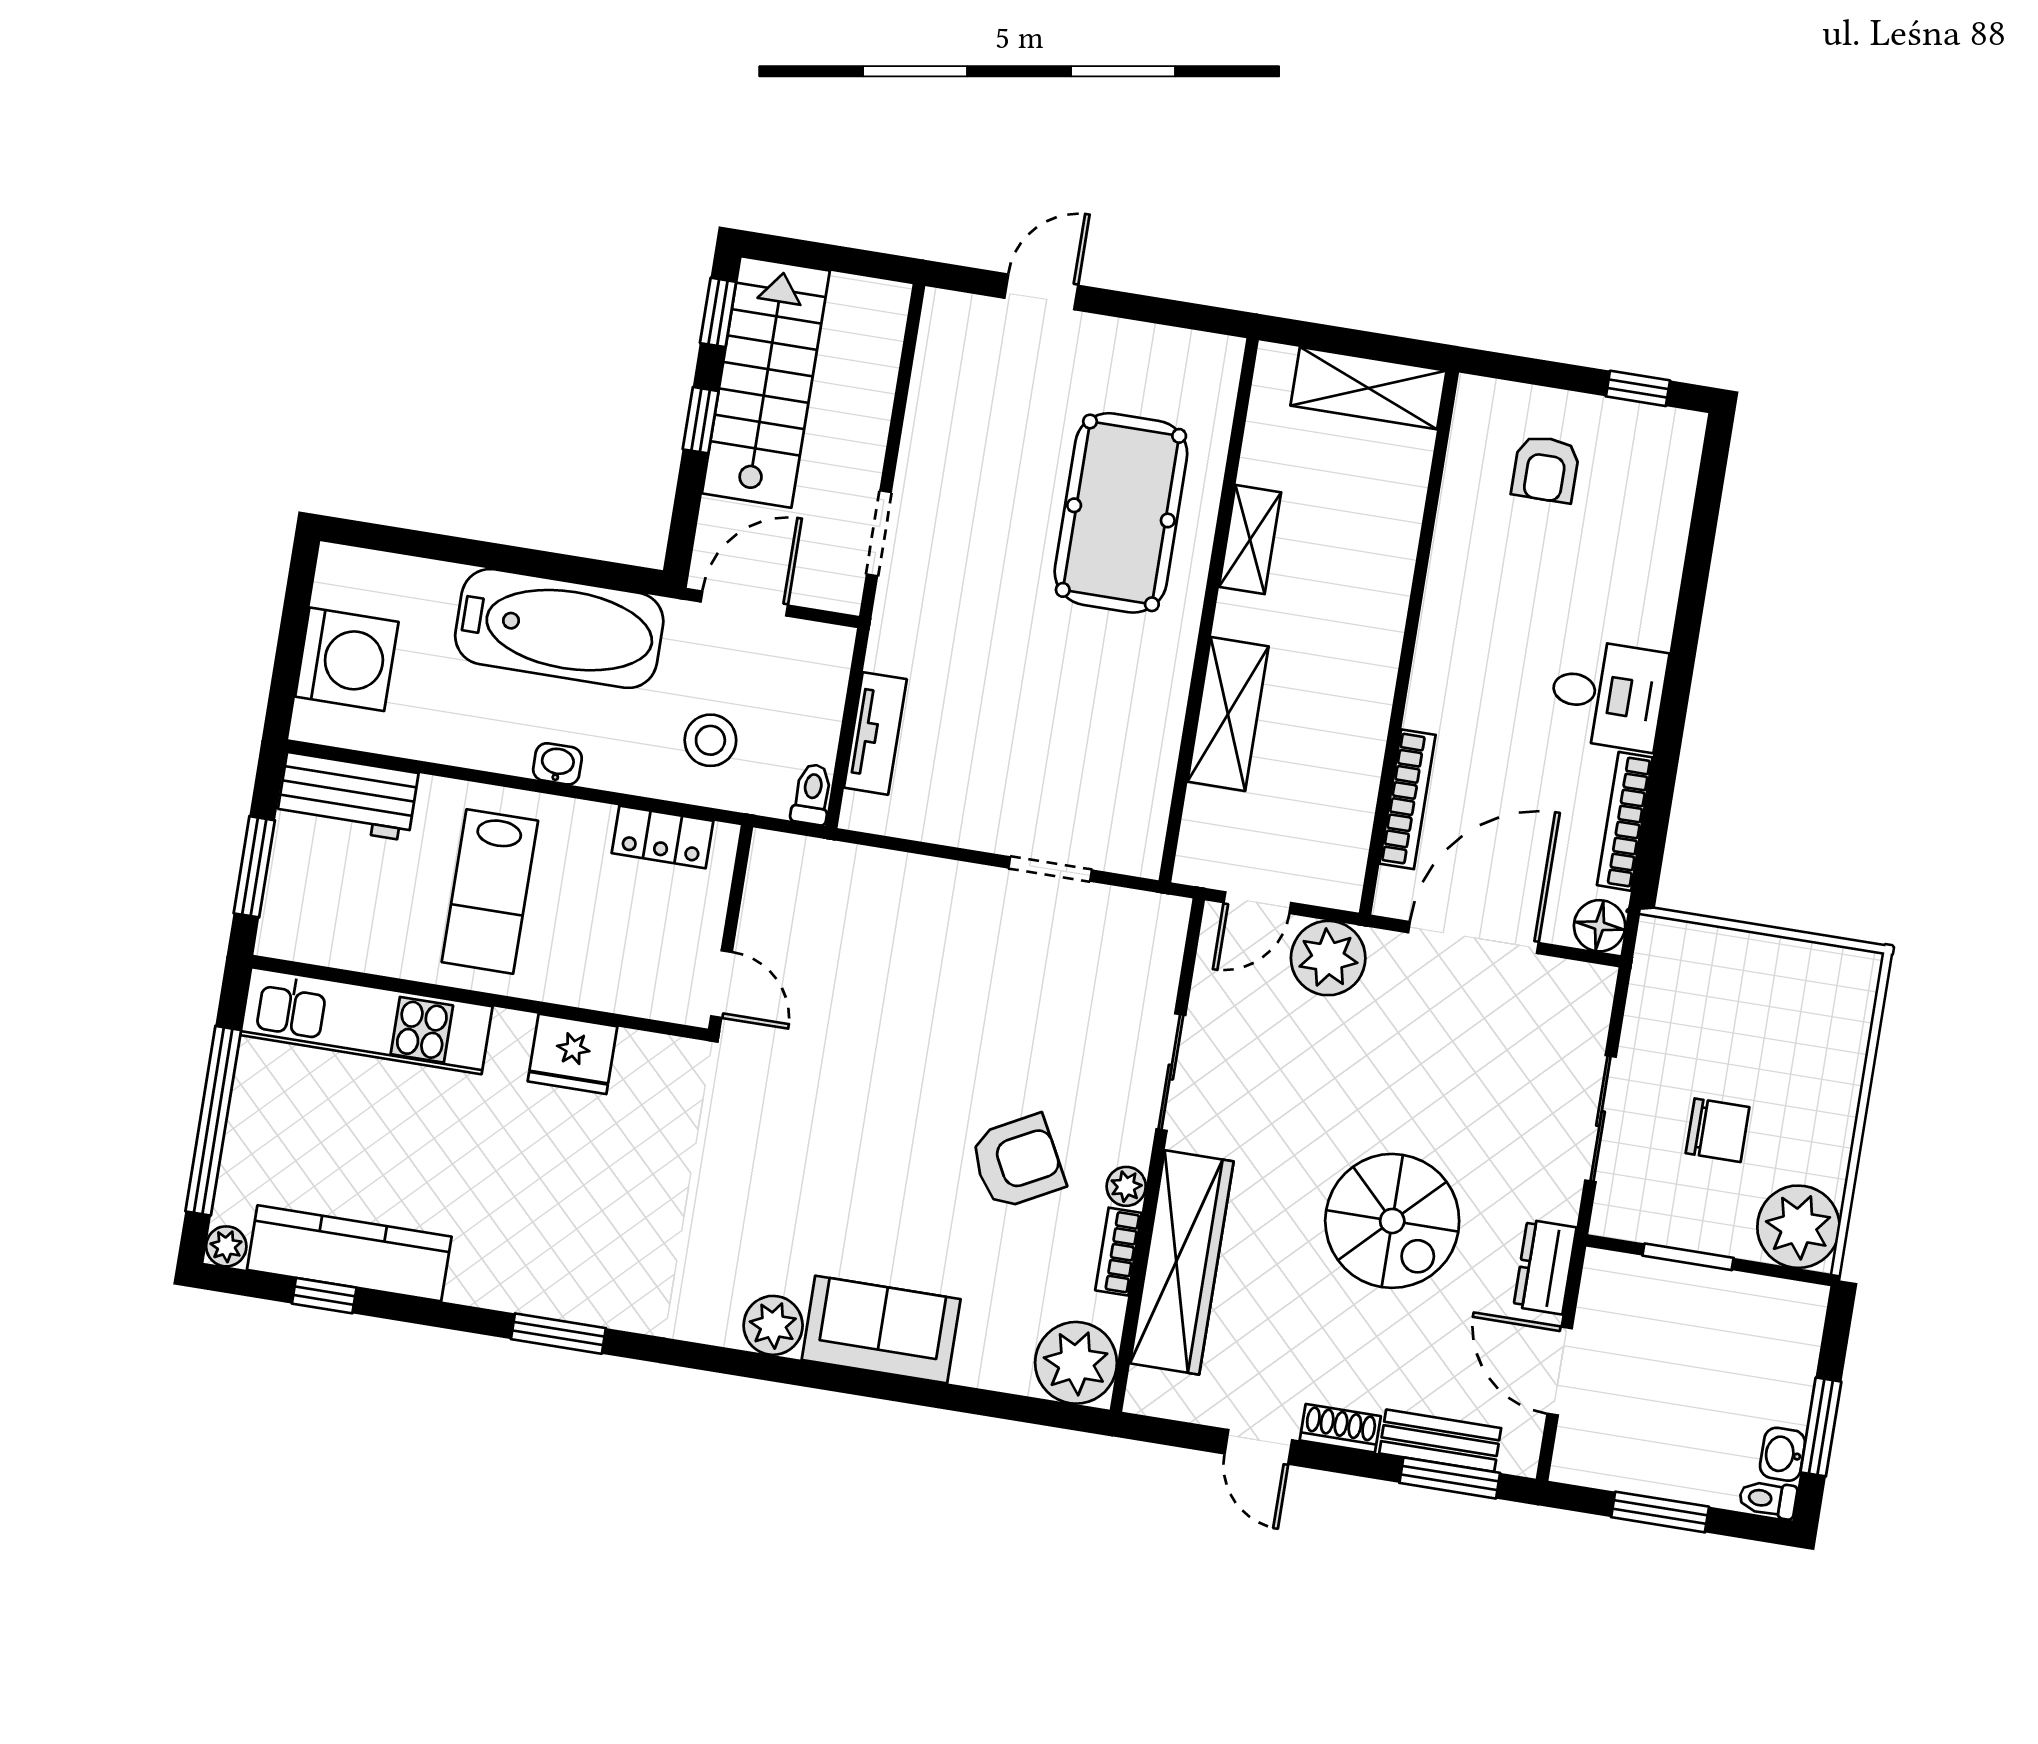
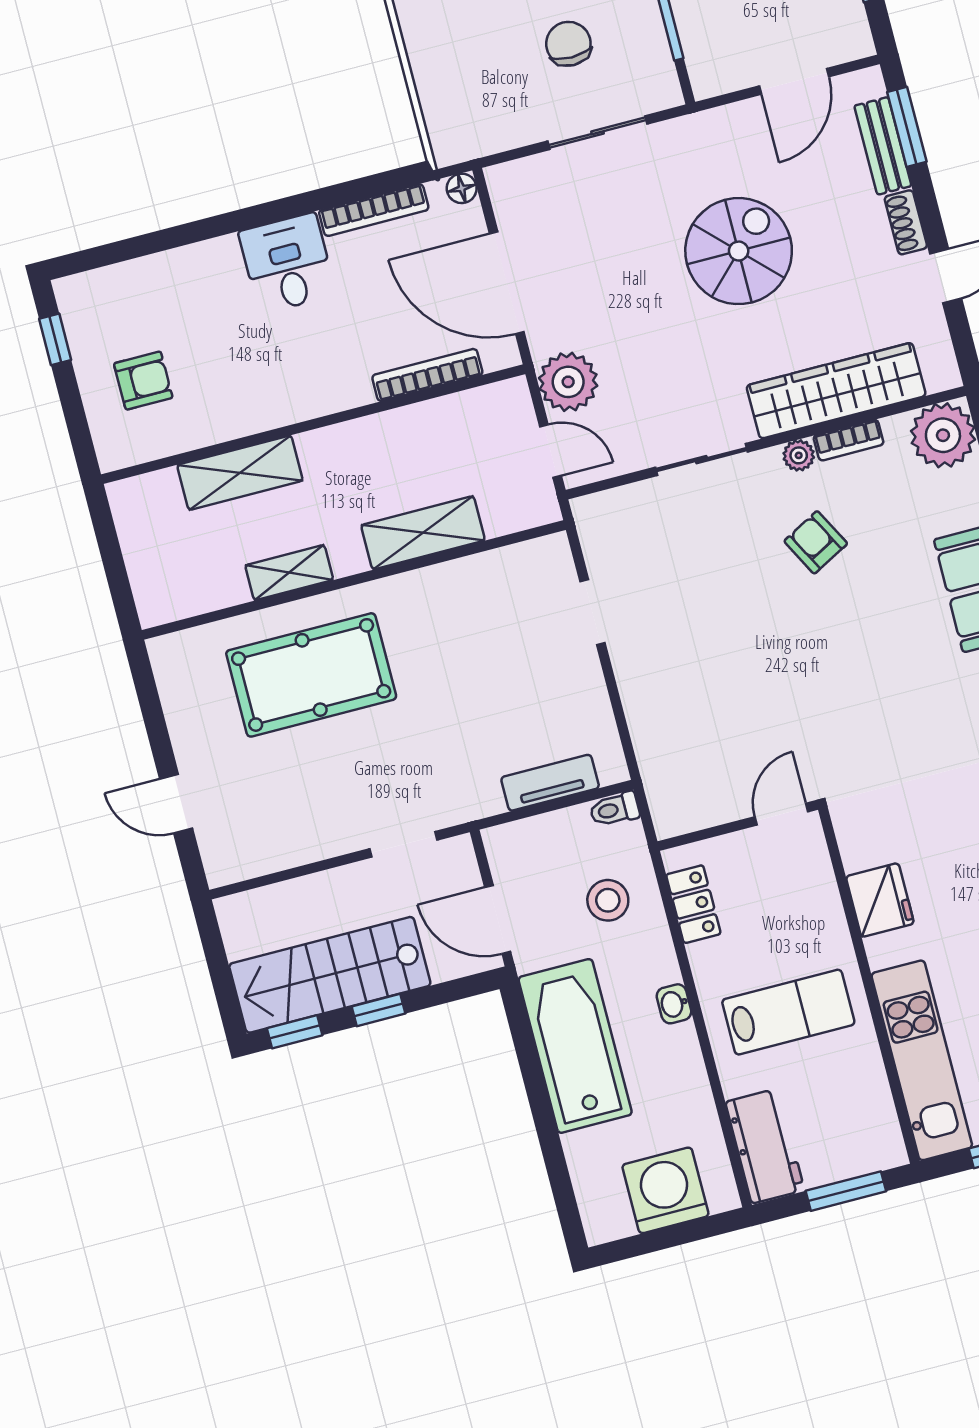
shelving: (1369, 388) -> (240, 473), moved, turned 90
floor lamp: (1600, 926) -> (462, 188), width x0.73, depth x0.73
armchair: (1017, 1162) -> (816, 542), width x0.72, depth x0.72
dresser: (1545, 1267) -> (723, 125), removed

